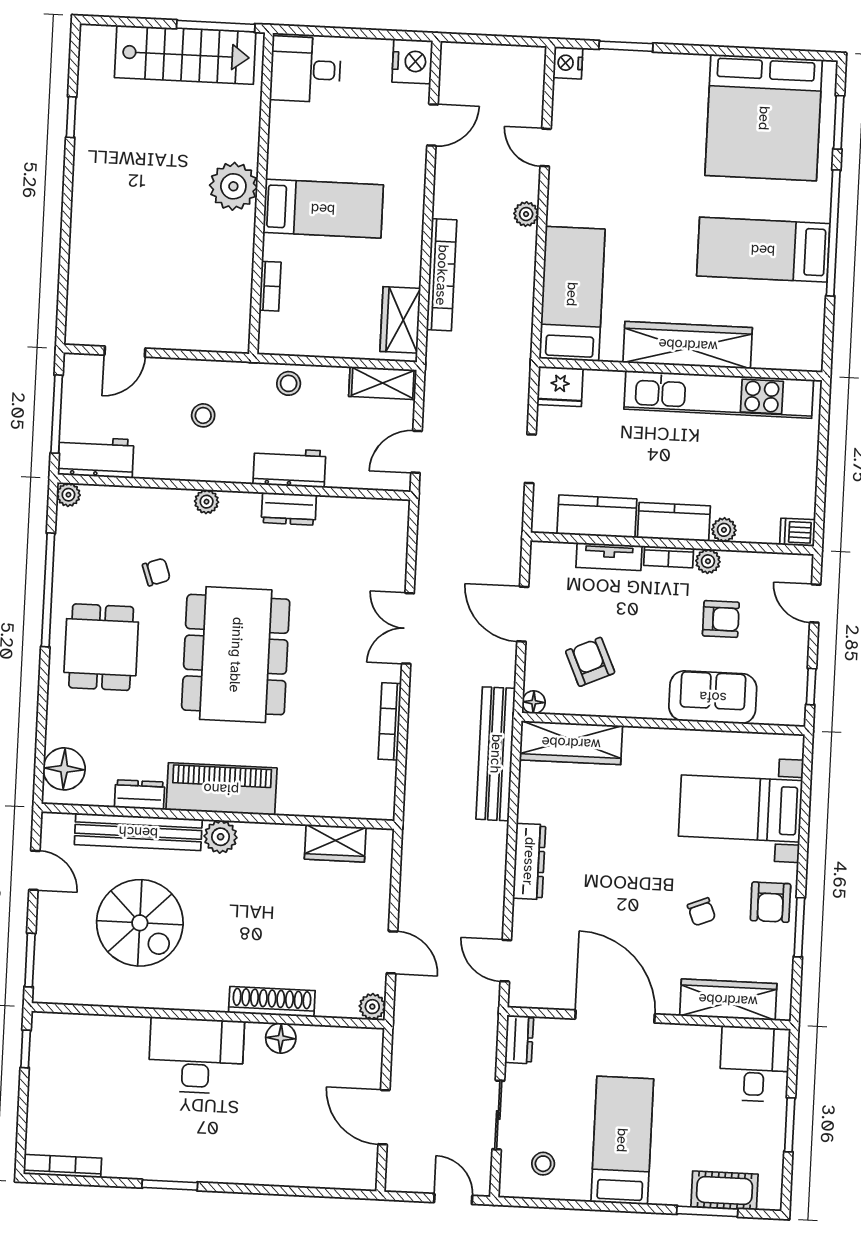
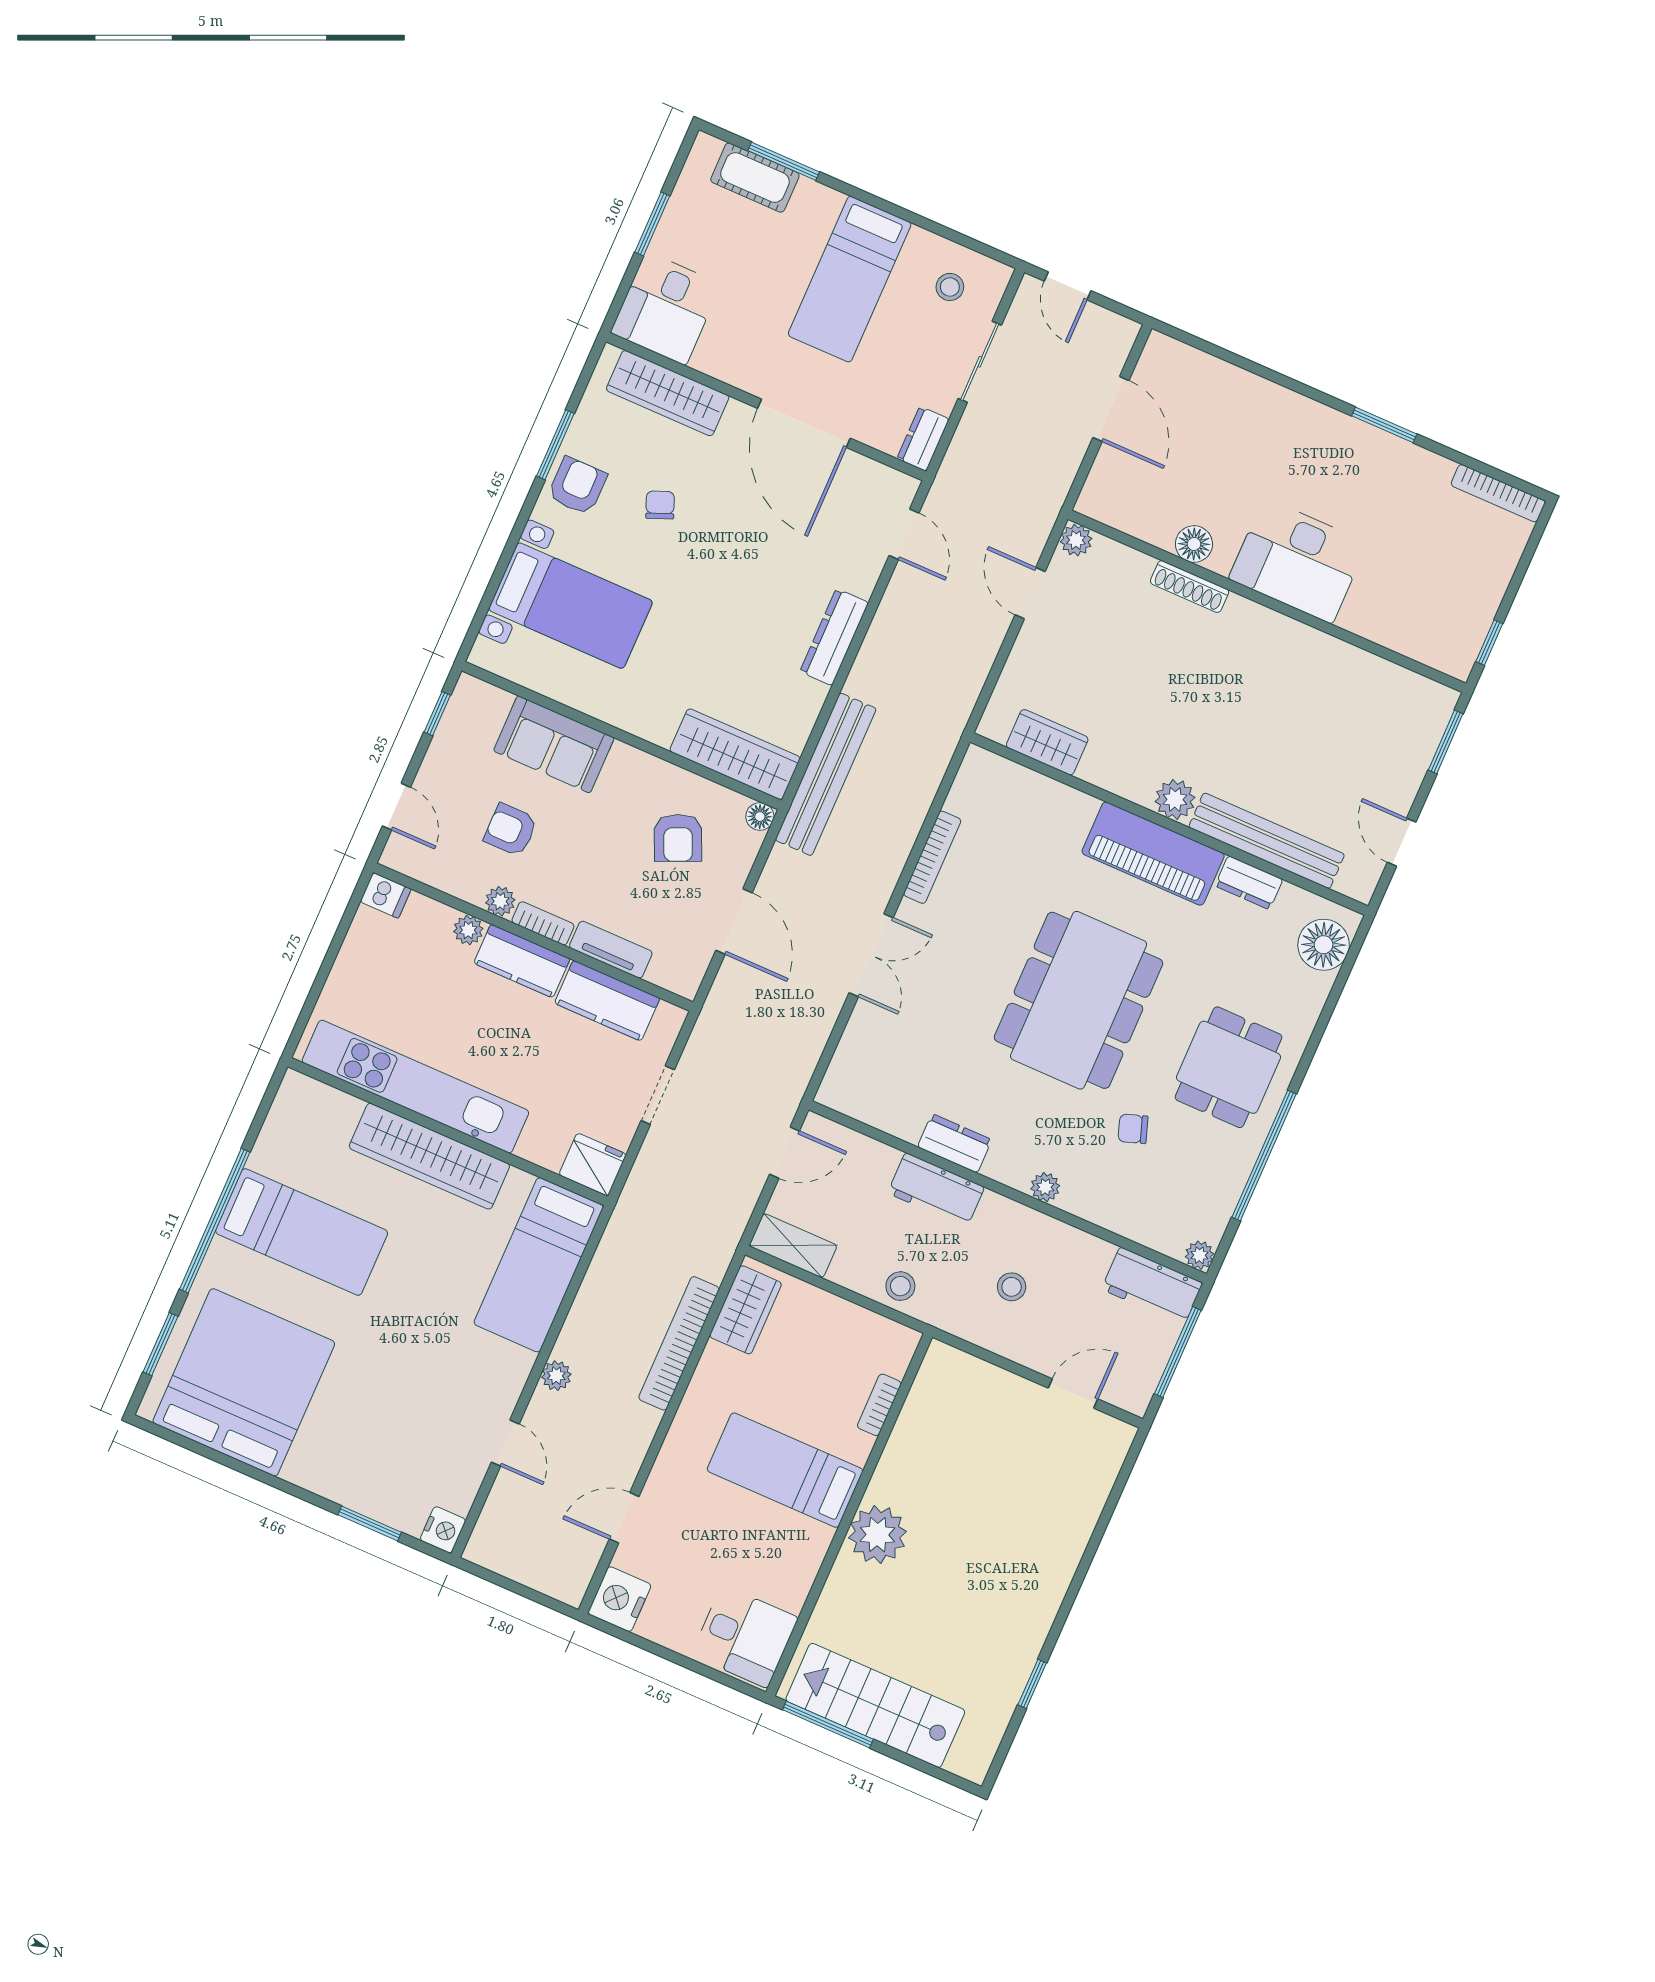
spiral stairs: (140, 923) -> (1304, 737), removed
shoe rack: (272, 1002) -> (1190, 587), width x0.74, depth x0.81

